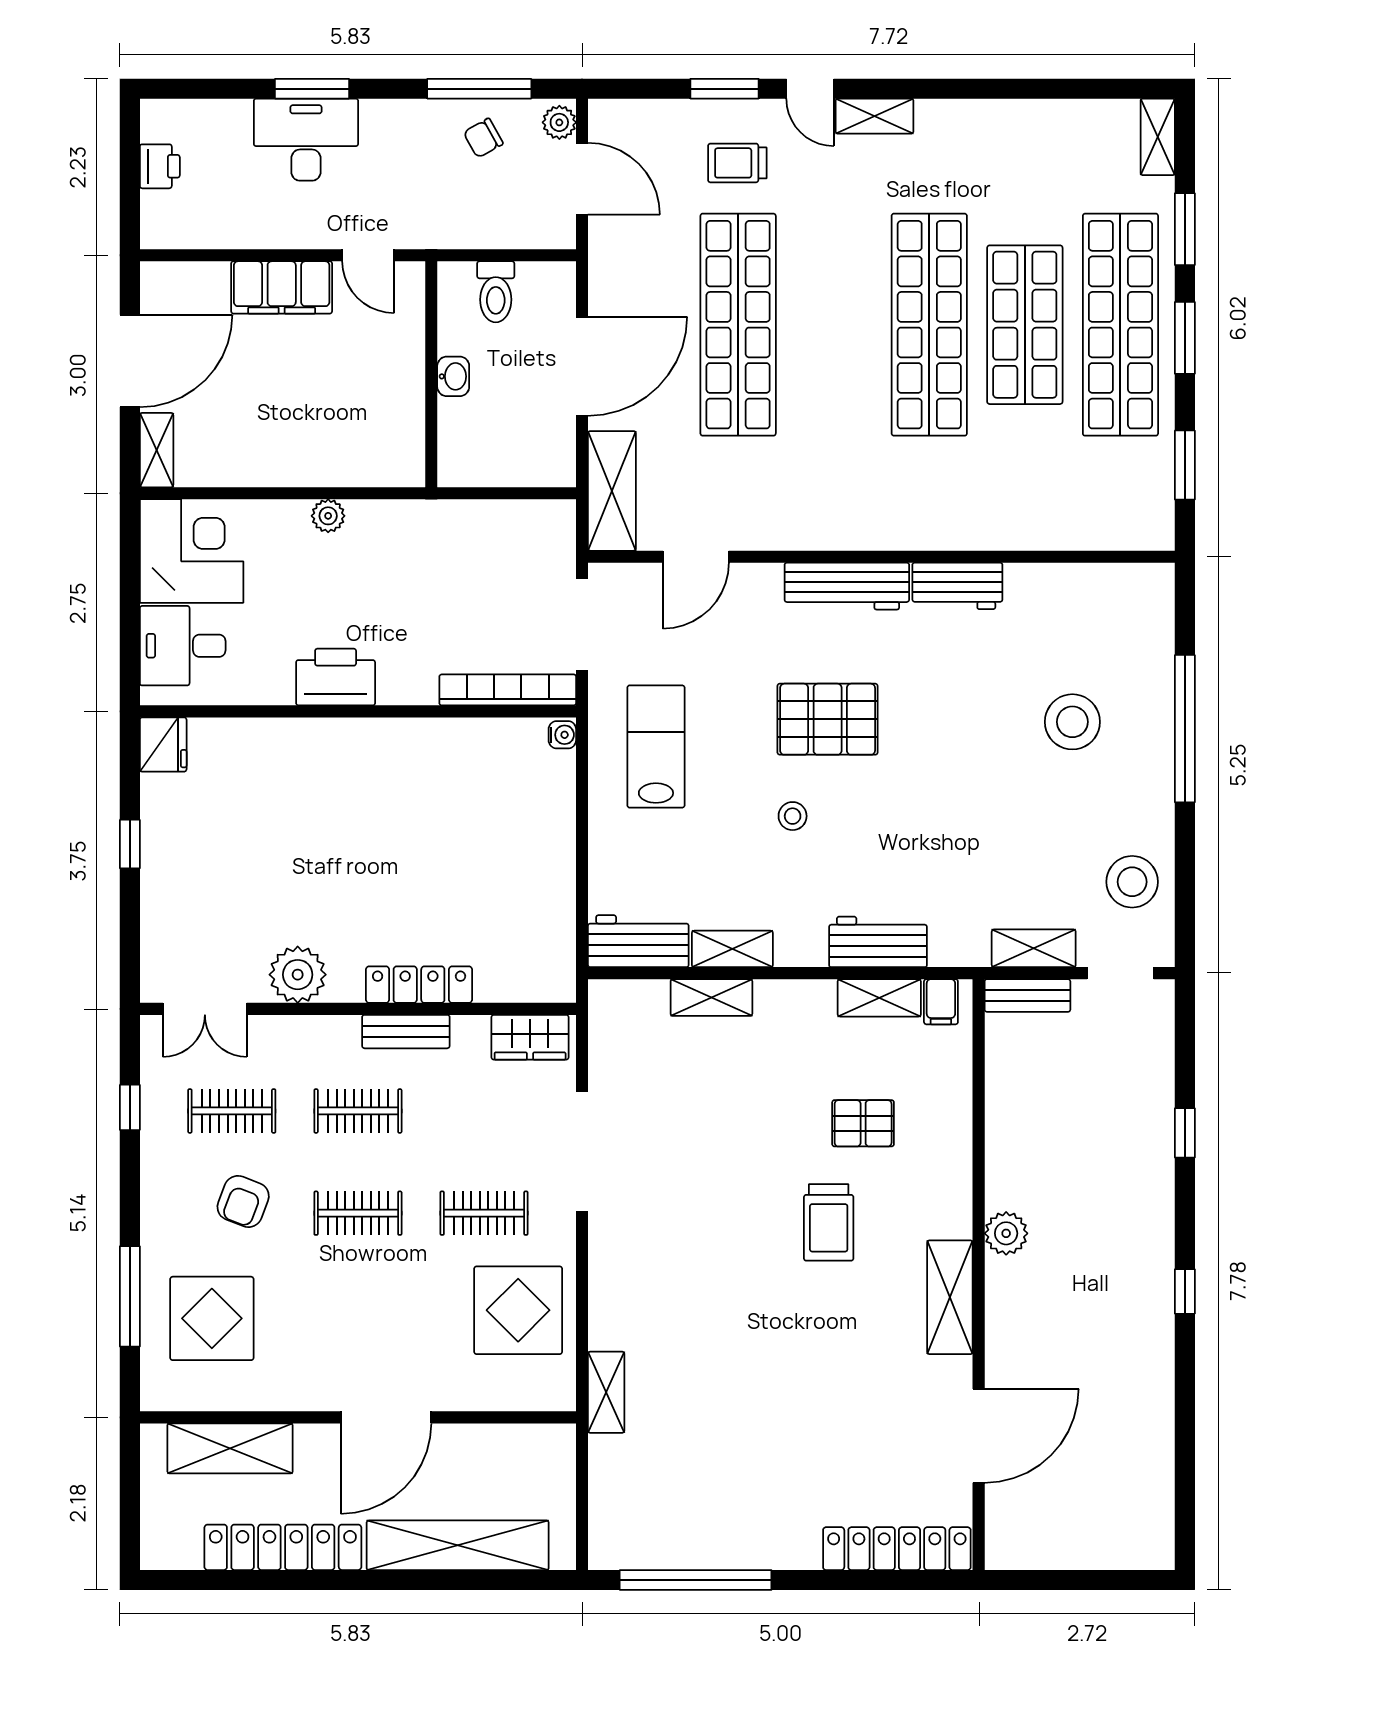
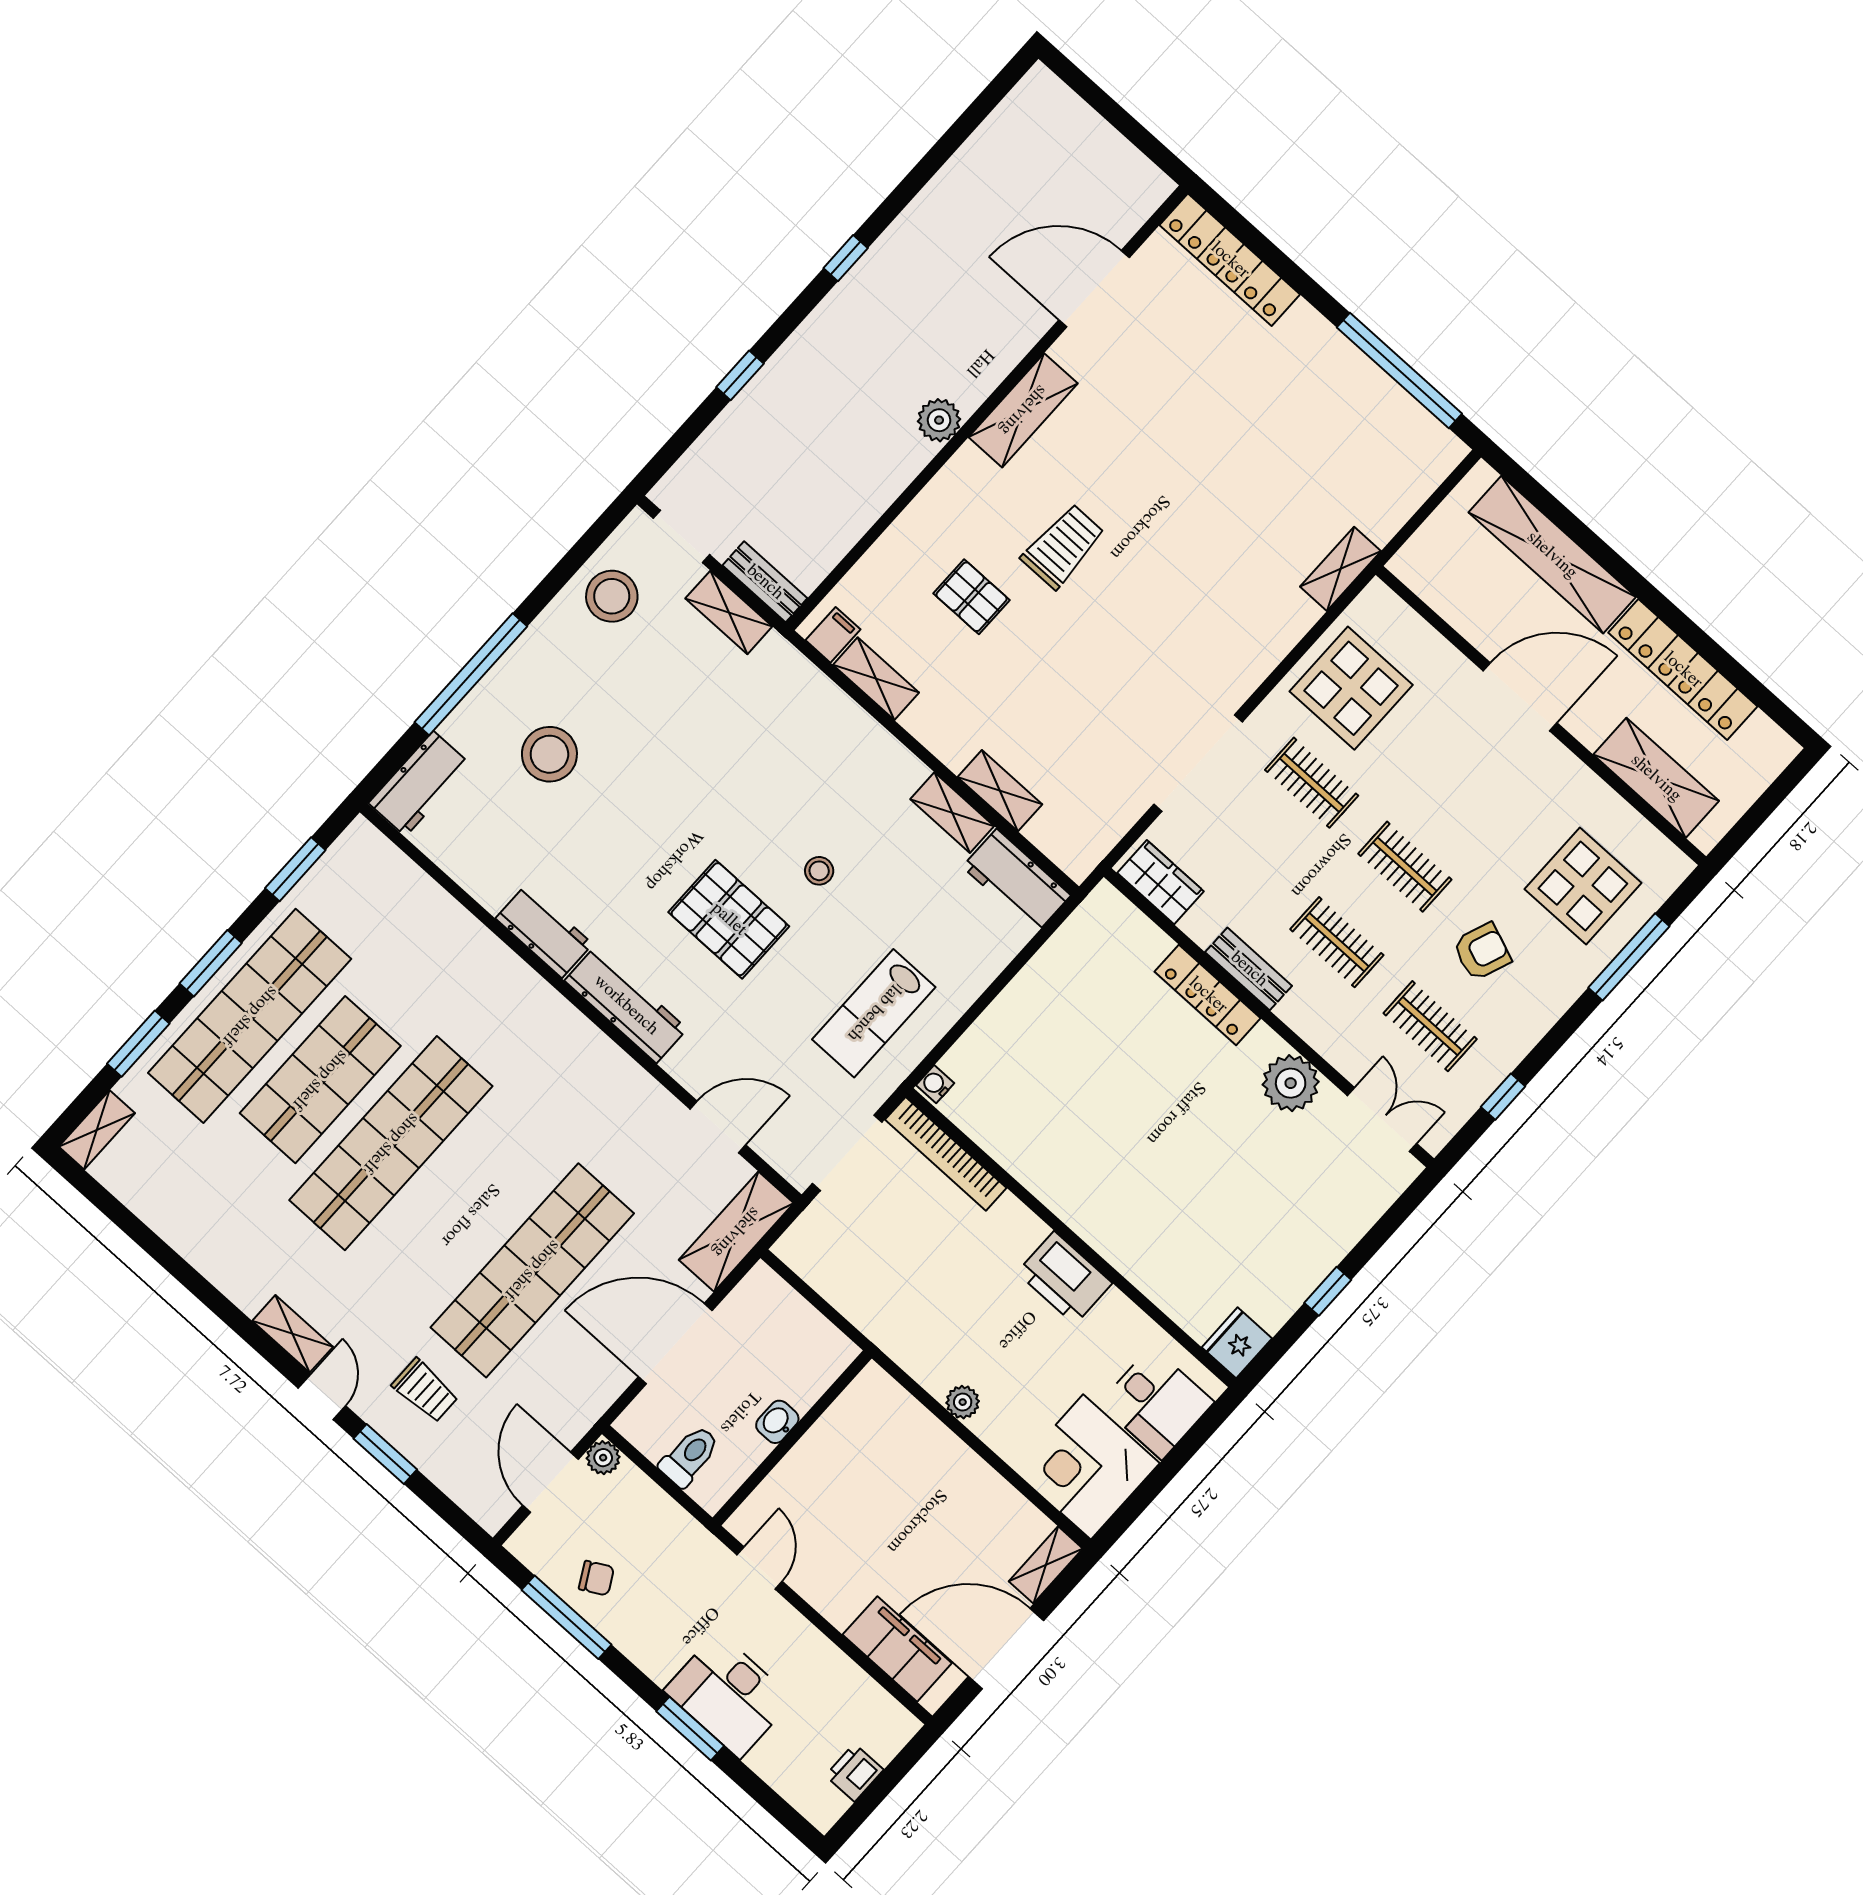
plant: (559, 122) -> (603, 1458), moved
filing cabinet: (282, 287) -> (897, 1649), moved
workbench: (878, 942) -> (419, 784), moved, turned -90

